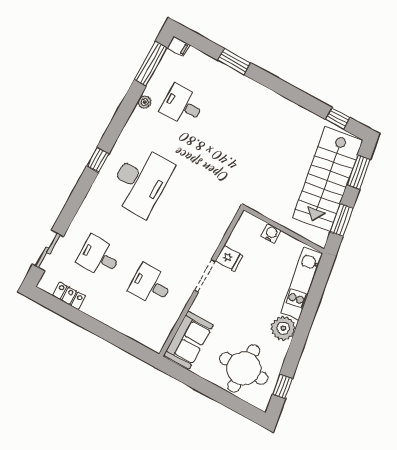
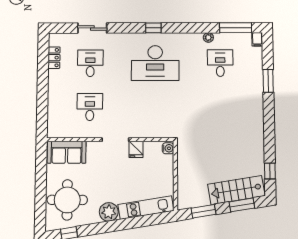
stairs: (328, 179) -> (236, 190), width x0.73, depth x0.66
water cooler: (271, 233) -> (168, 148), moved
sliding door: (48, 250) -> (92, 28), moved

